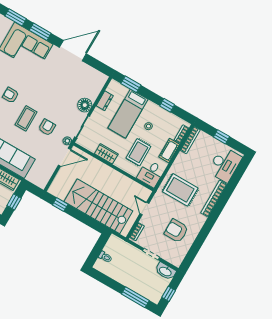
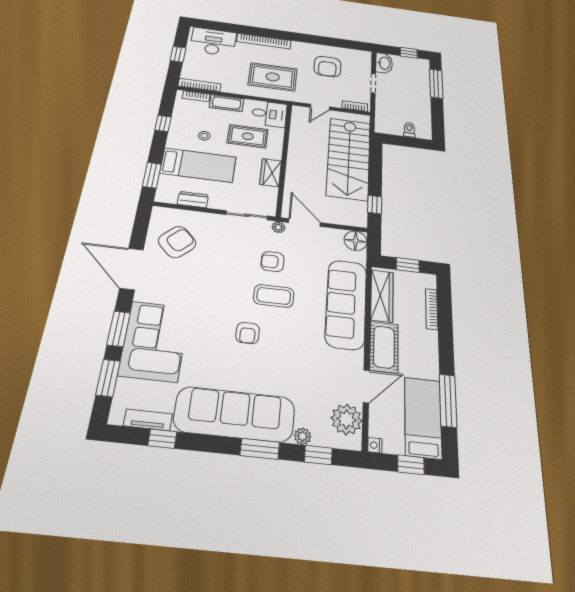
armchair: (80, 81) -> (177, 242), added
floor lamp: (85, 105) -> (356, 241), moved
rug: (180, 190) -> (273, 77), turned 90

